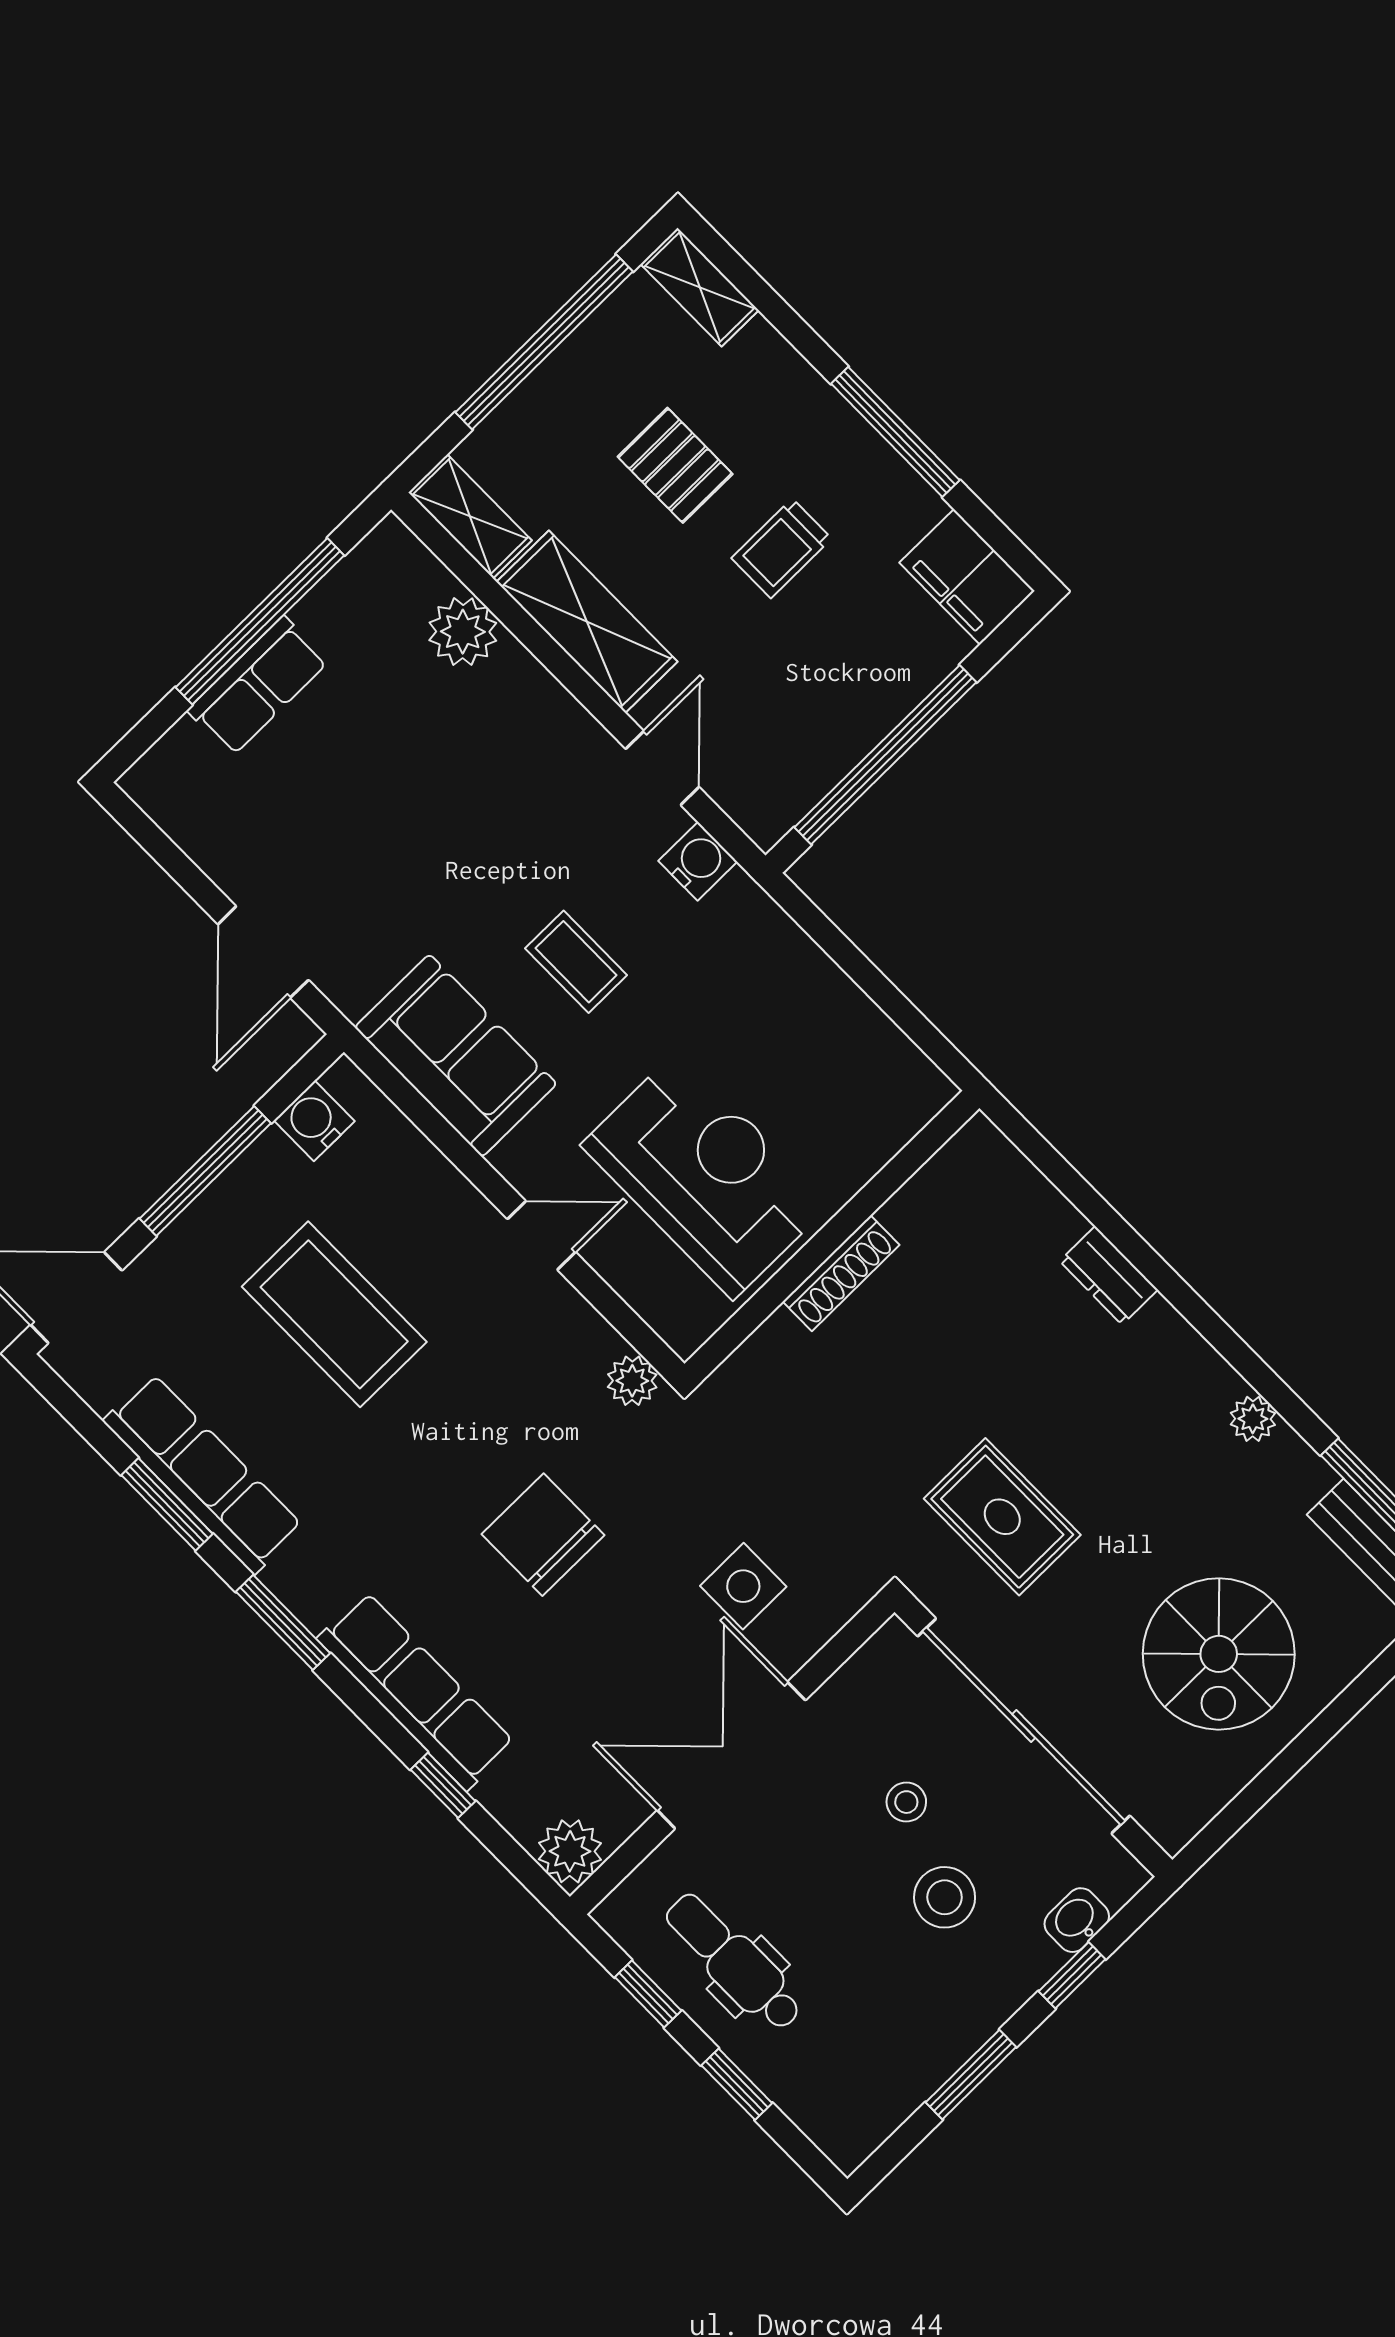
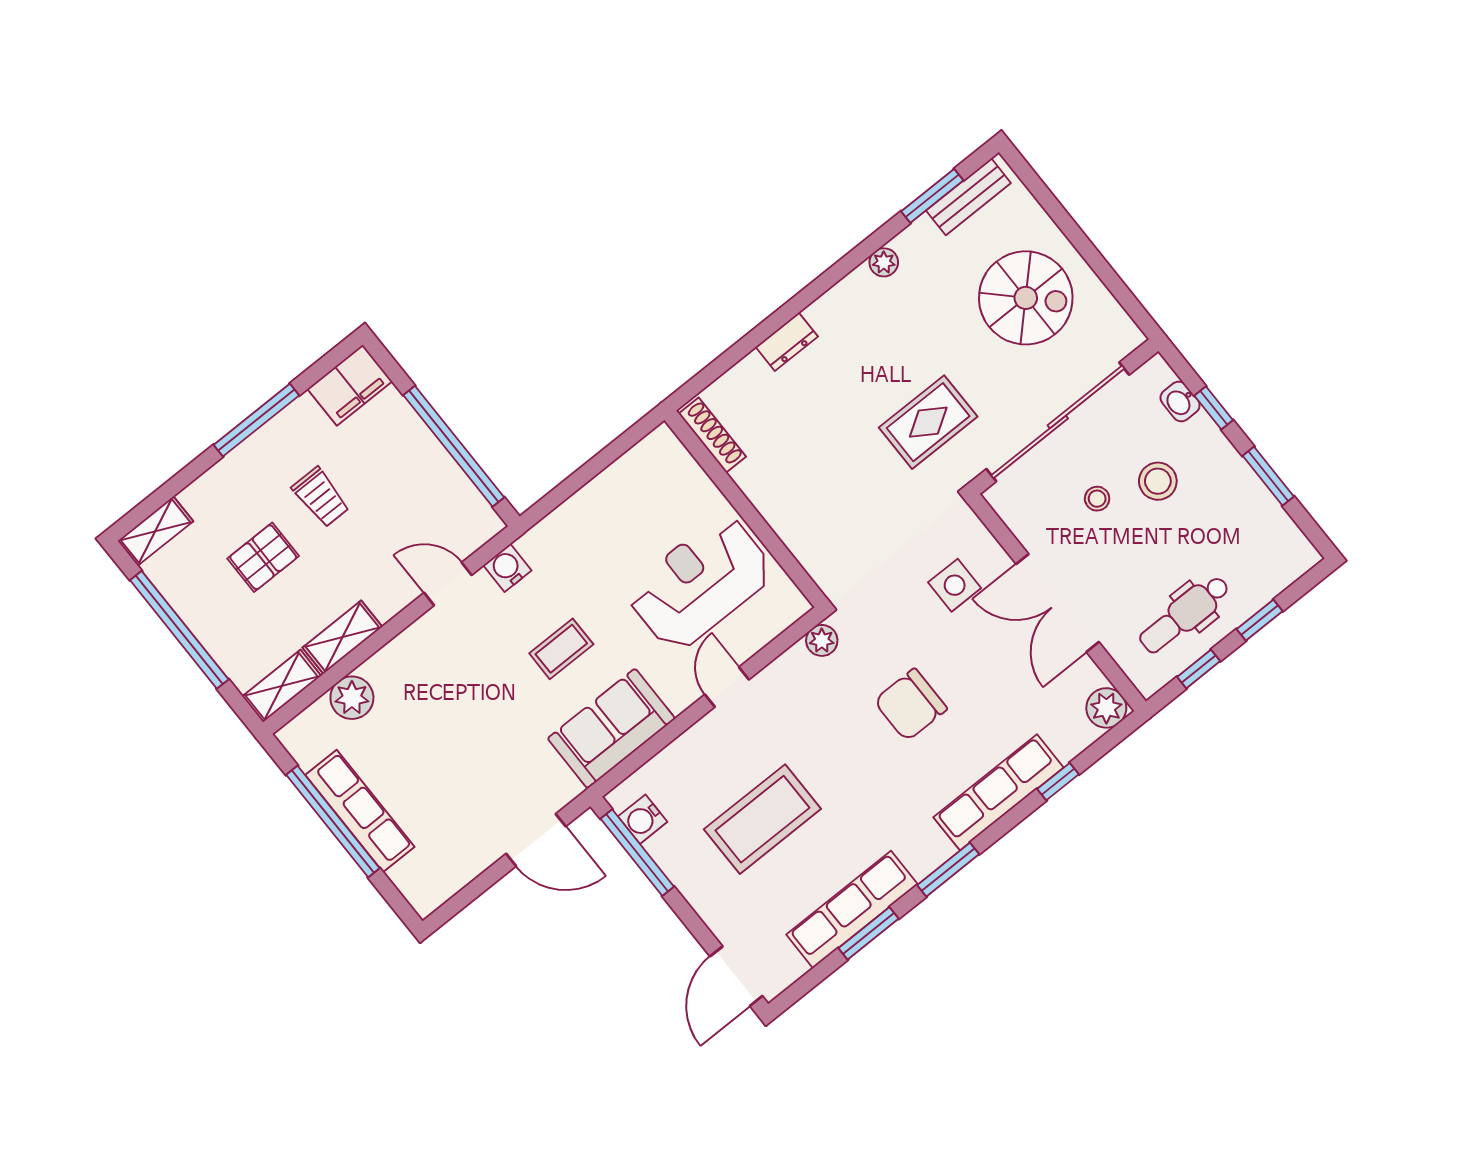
shelving: (587, 622) -> (342, 637), width x0.67, depth x0.75
row of seats: (258, 686) -> (360, 811), width x1.48
window: (205, 1171) -> (637, 853), moved
shoe rack: (841, 1273) -> (712, 435), moved

